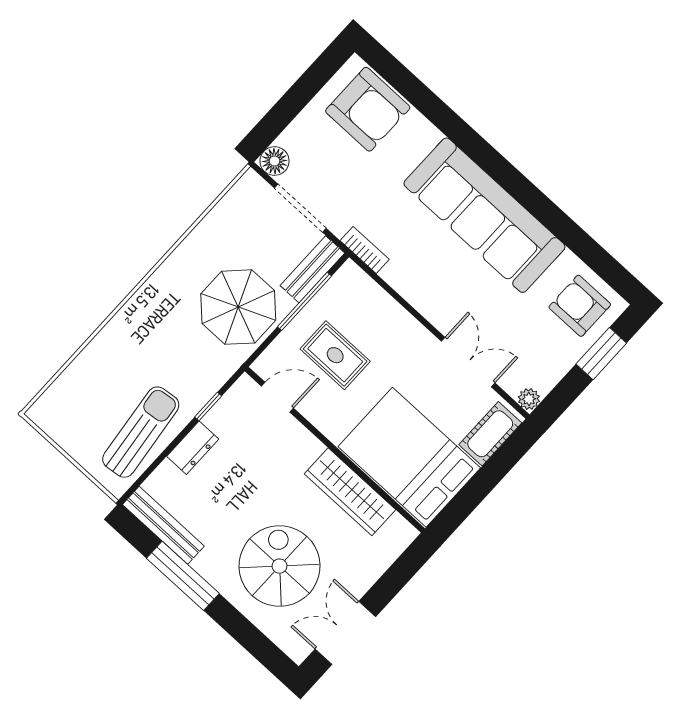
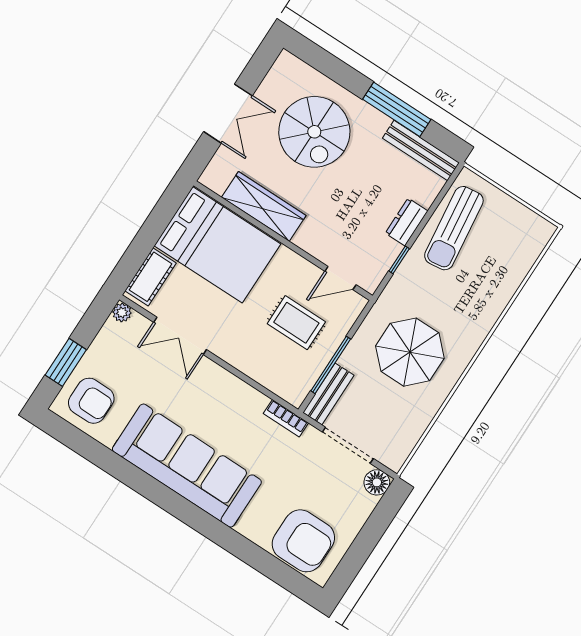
armchair: (368, 109) -> (303, 541), turned 180
parasol: (238, 307) -> (410, 352), moved
double door: (345, 633) -> (228, 114), moved

